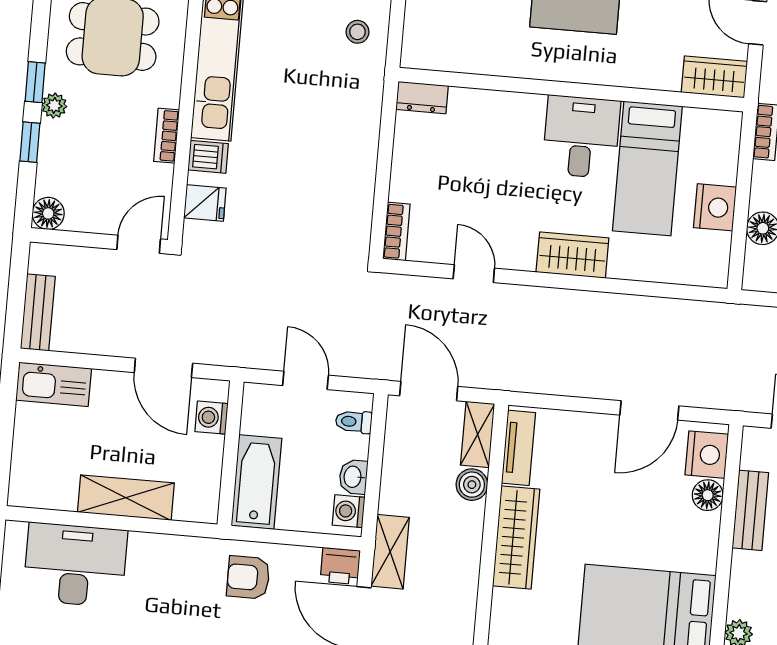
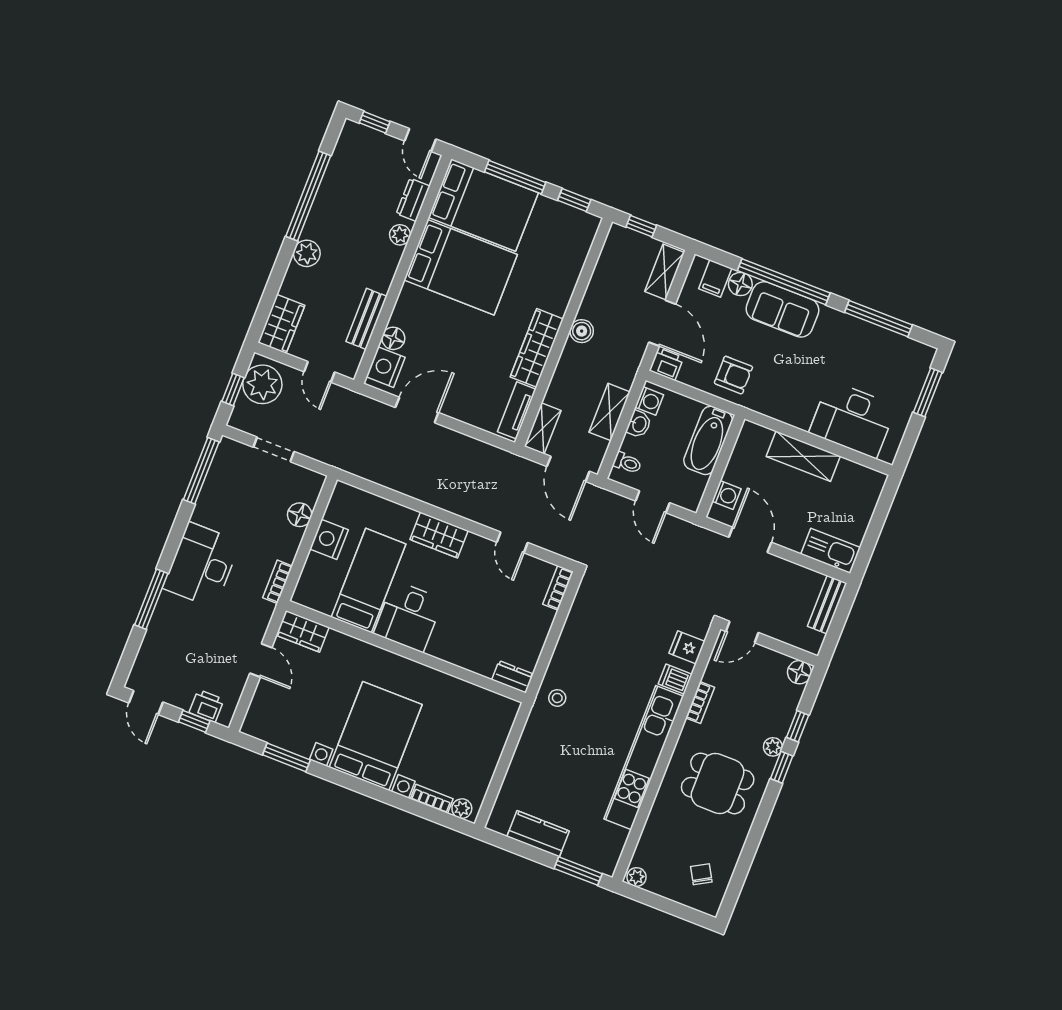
stool: (357, 32) -> (557, 698), moved
boiler: (472, 485) -> (582, 331), moved
shelving: (390, 552) -> (610, 412), moved

